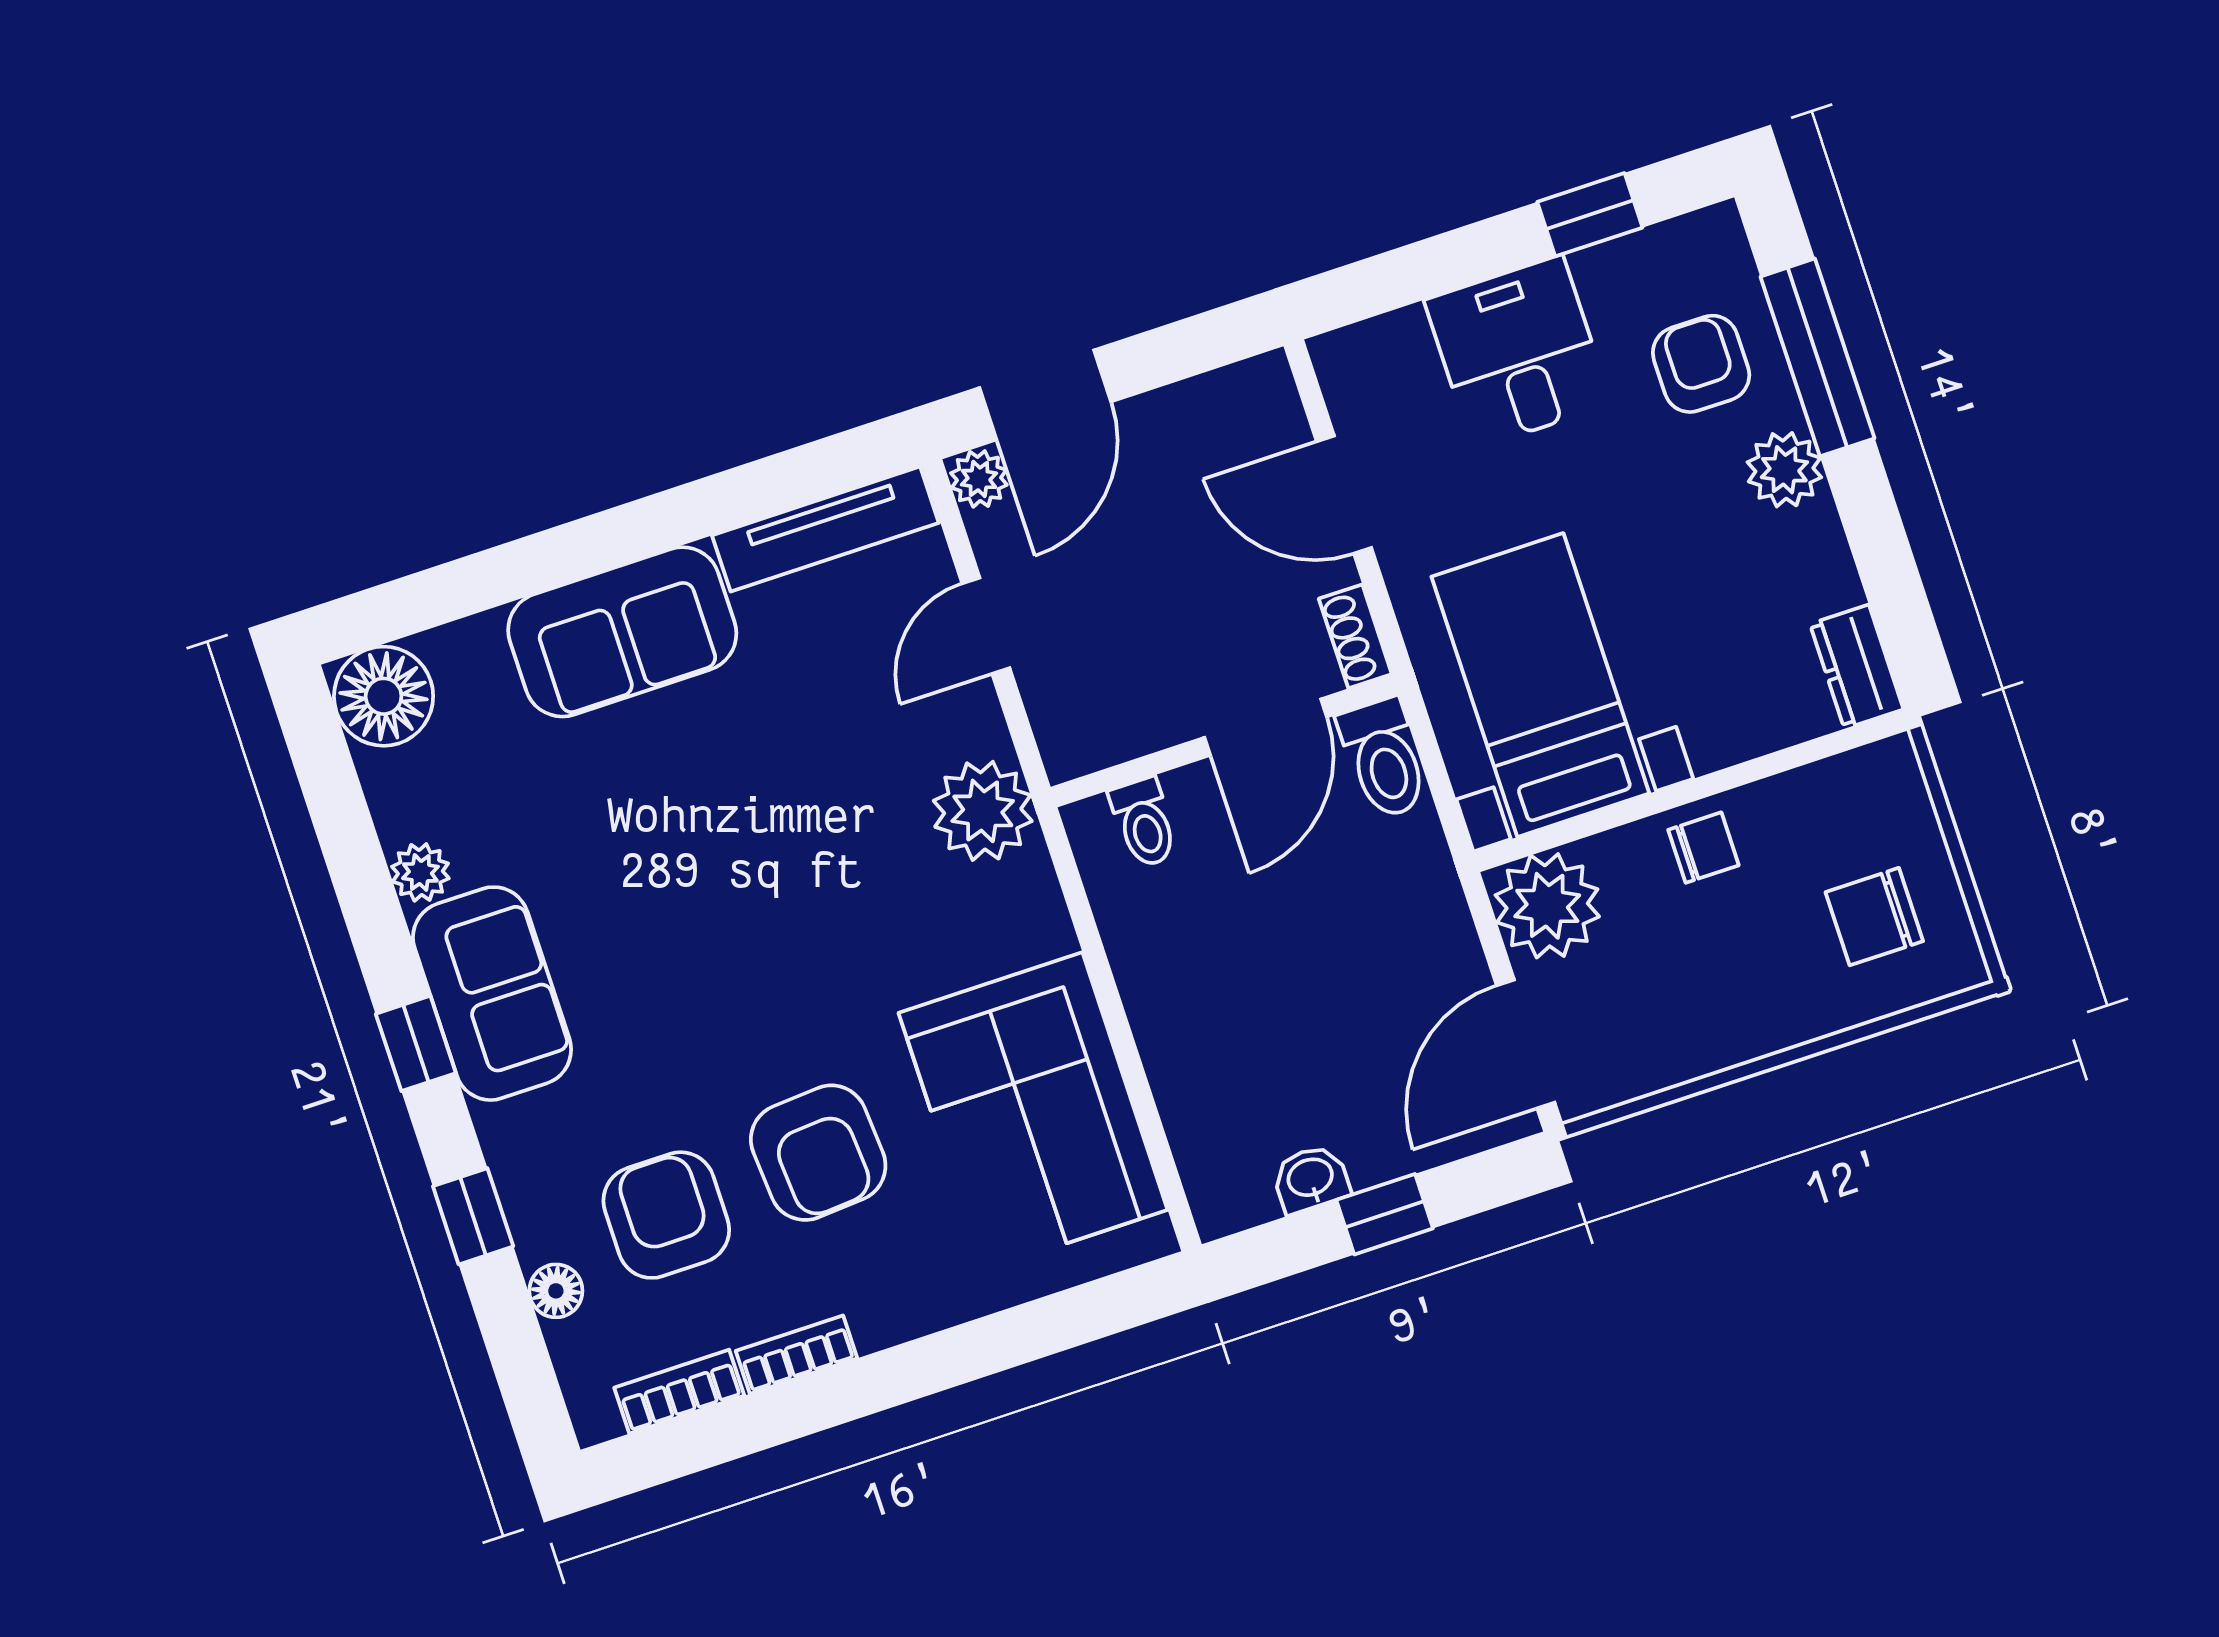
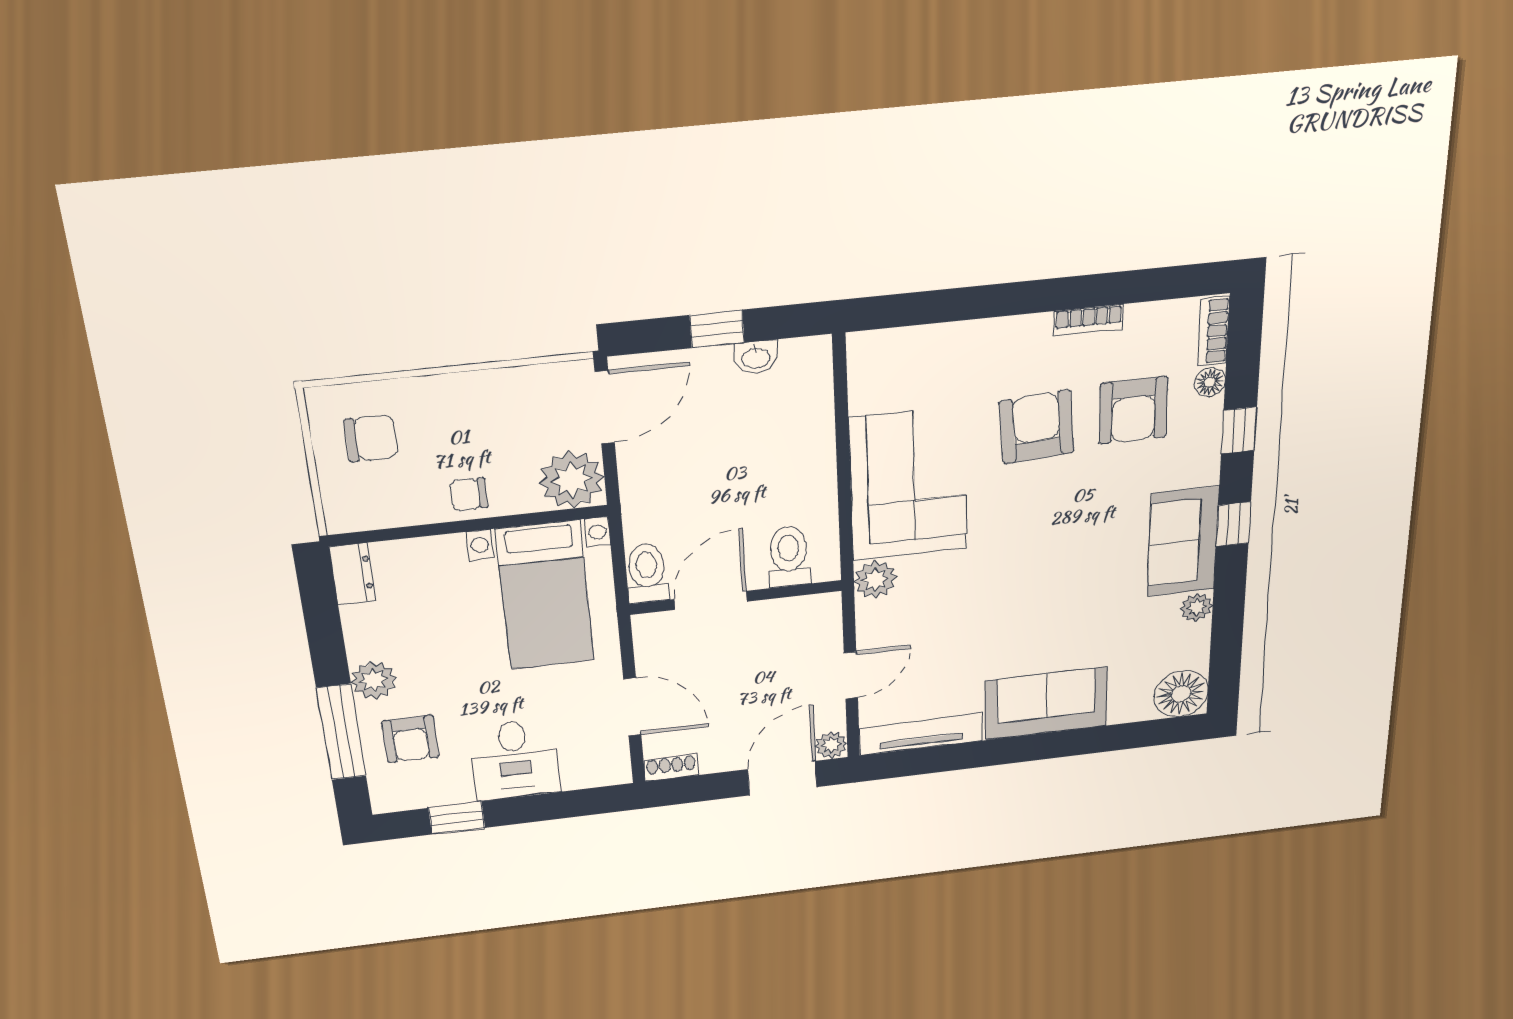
shoe rack: (1355, 636) -> (671, 768), moved, turned -90
plant: (983, 811) -> (875, 580), width x0.73, depth x0.73
toilet: (1144, 823) -> (789, 556), width x1.37, depth x1.39
corner sofa: (1033, 1111) -> (908, 484), moved
bookcase: (679, 1392) -> (1214, 331), moved, turned 90

